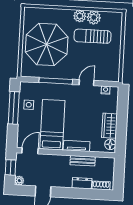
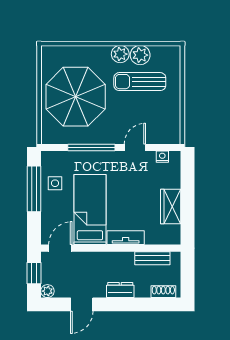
floor lamp: (110, 144) -> (173, 233), removed
bench: (83, 161) -> (152, 258), moved
dresser: (82, 183) -> (120, 290), moved

